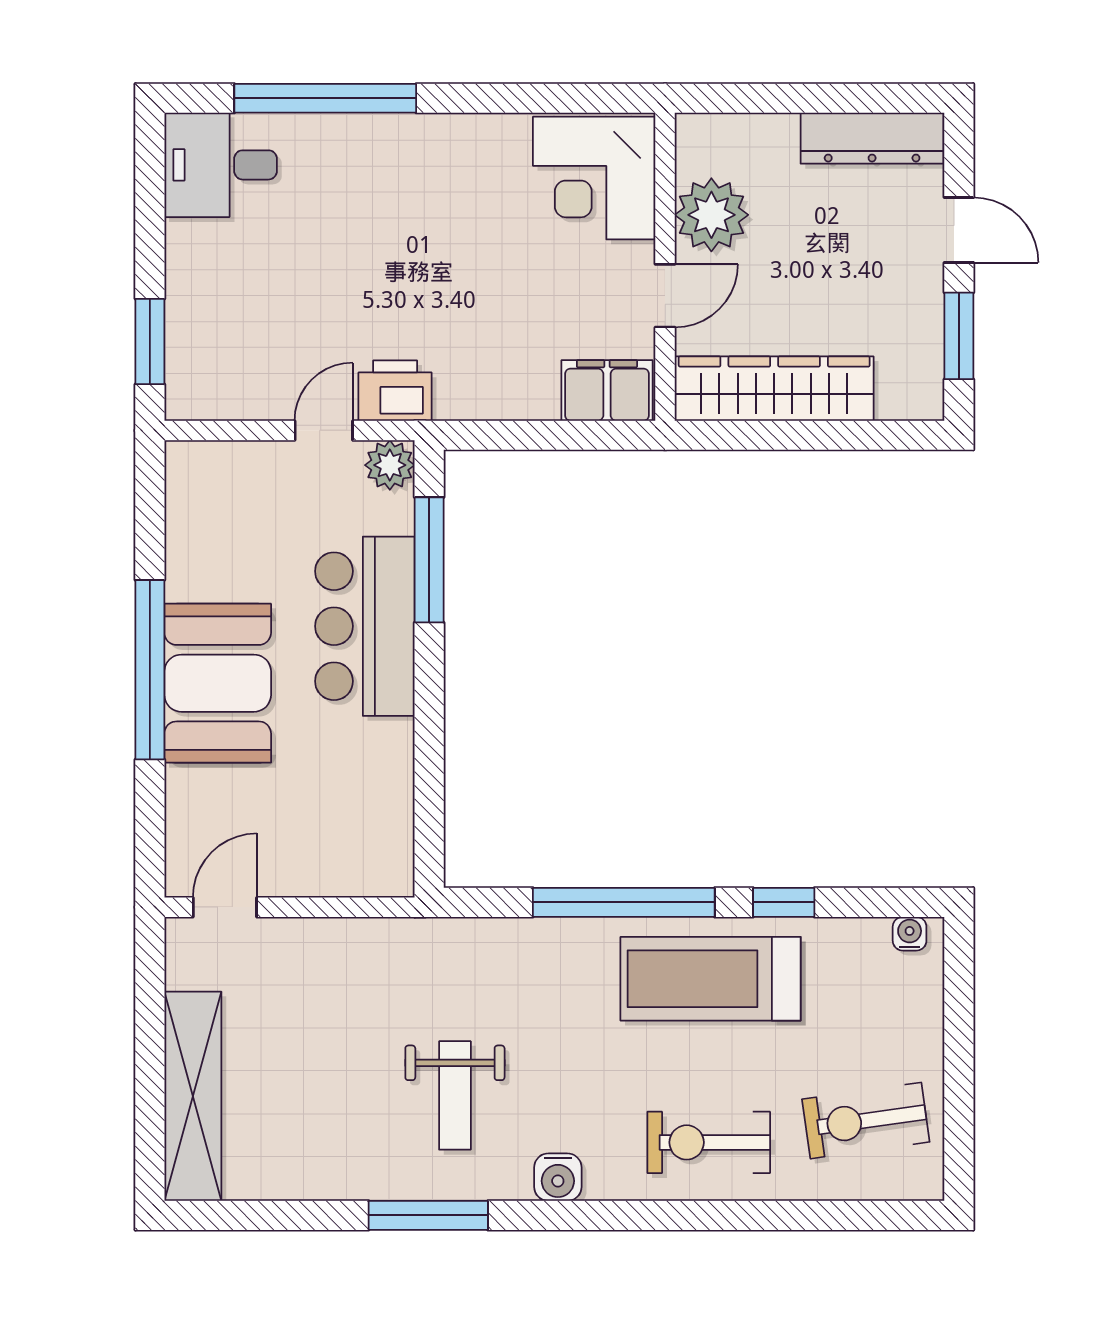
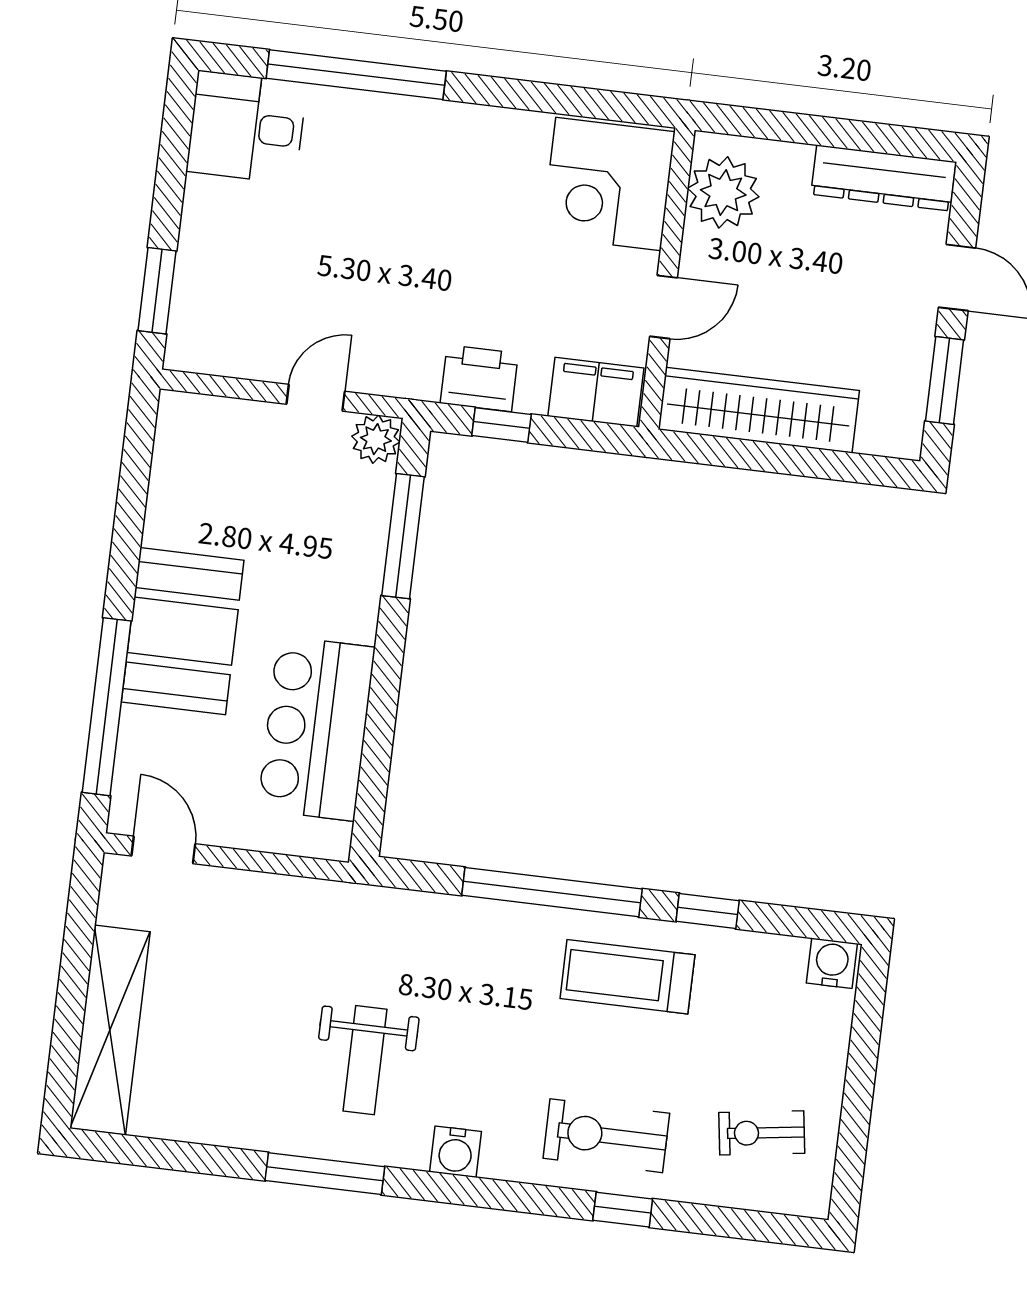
plant: (711, 215) -> (723, 192), moved
printer: (395, 391) -> (479, 378), moved
window: (515, 435) -> (502, 425), added
bar counter: (365, 626) -> (316, 728), moved
window: (150, 670) -> (107, 707), moved
door: (225, 907) -> (163, 850), hinge flipped
water cooler: (910, 934) -> (832, 963), width x1.38, depth x1.38
treadmill: (711, 979) -> (627, 977), width x0.73, depth x0.73
exercise bike: (866, 1121) -> (762, 1133), width x0.73, depth x0.72
window: (734, 1215) -> (623, 1210), added

